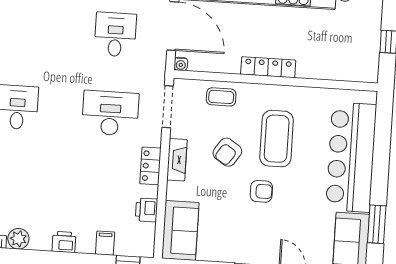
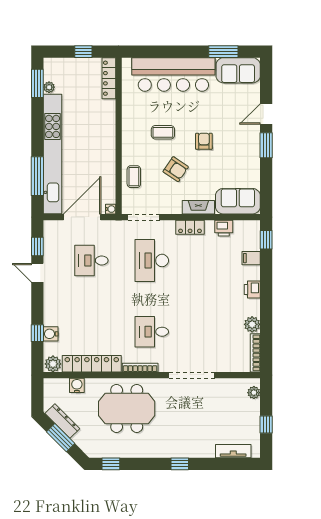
locker: (268, 67) -> (109, 78), moved
coffee table: (277, 139) -> (163, 132), width x0.54, depth x0.58
fireplace: (177, 160) -> (198, 207), moved

